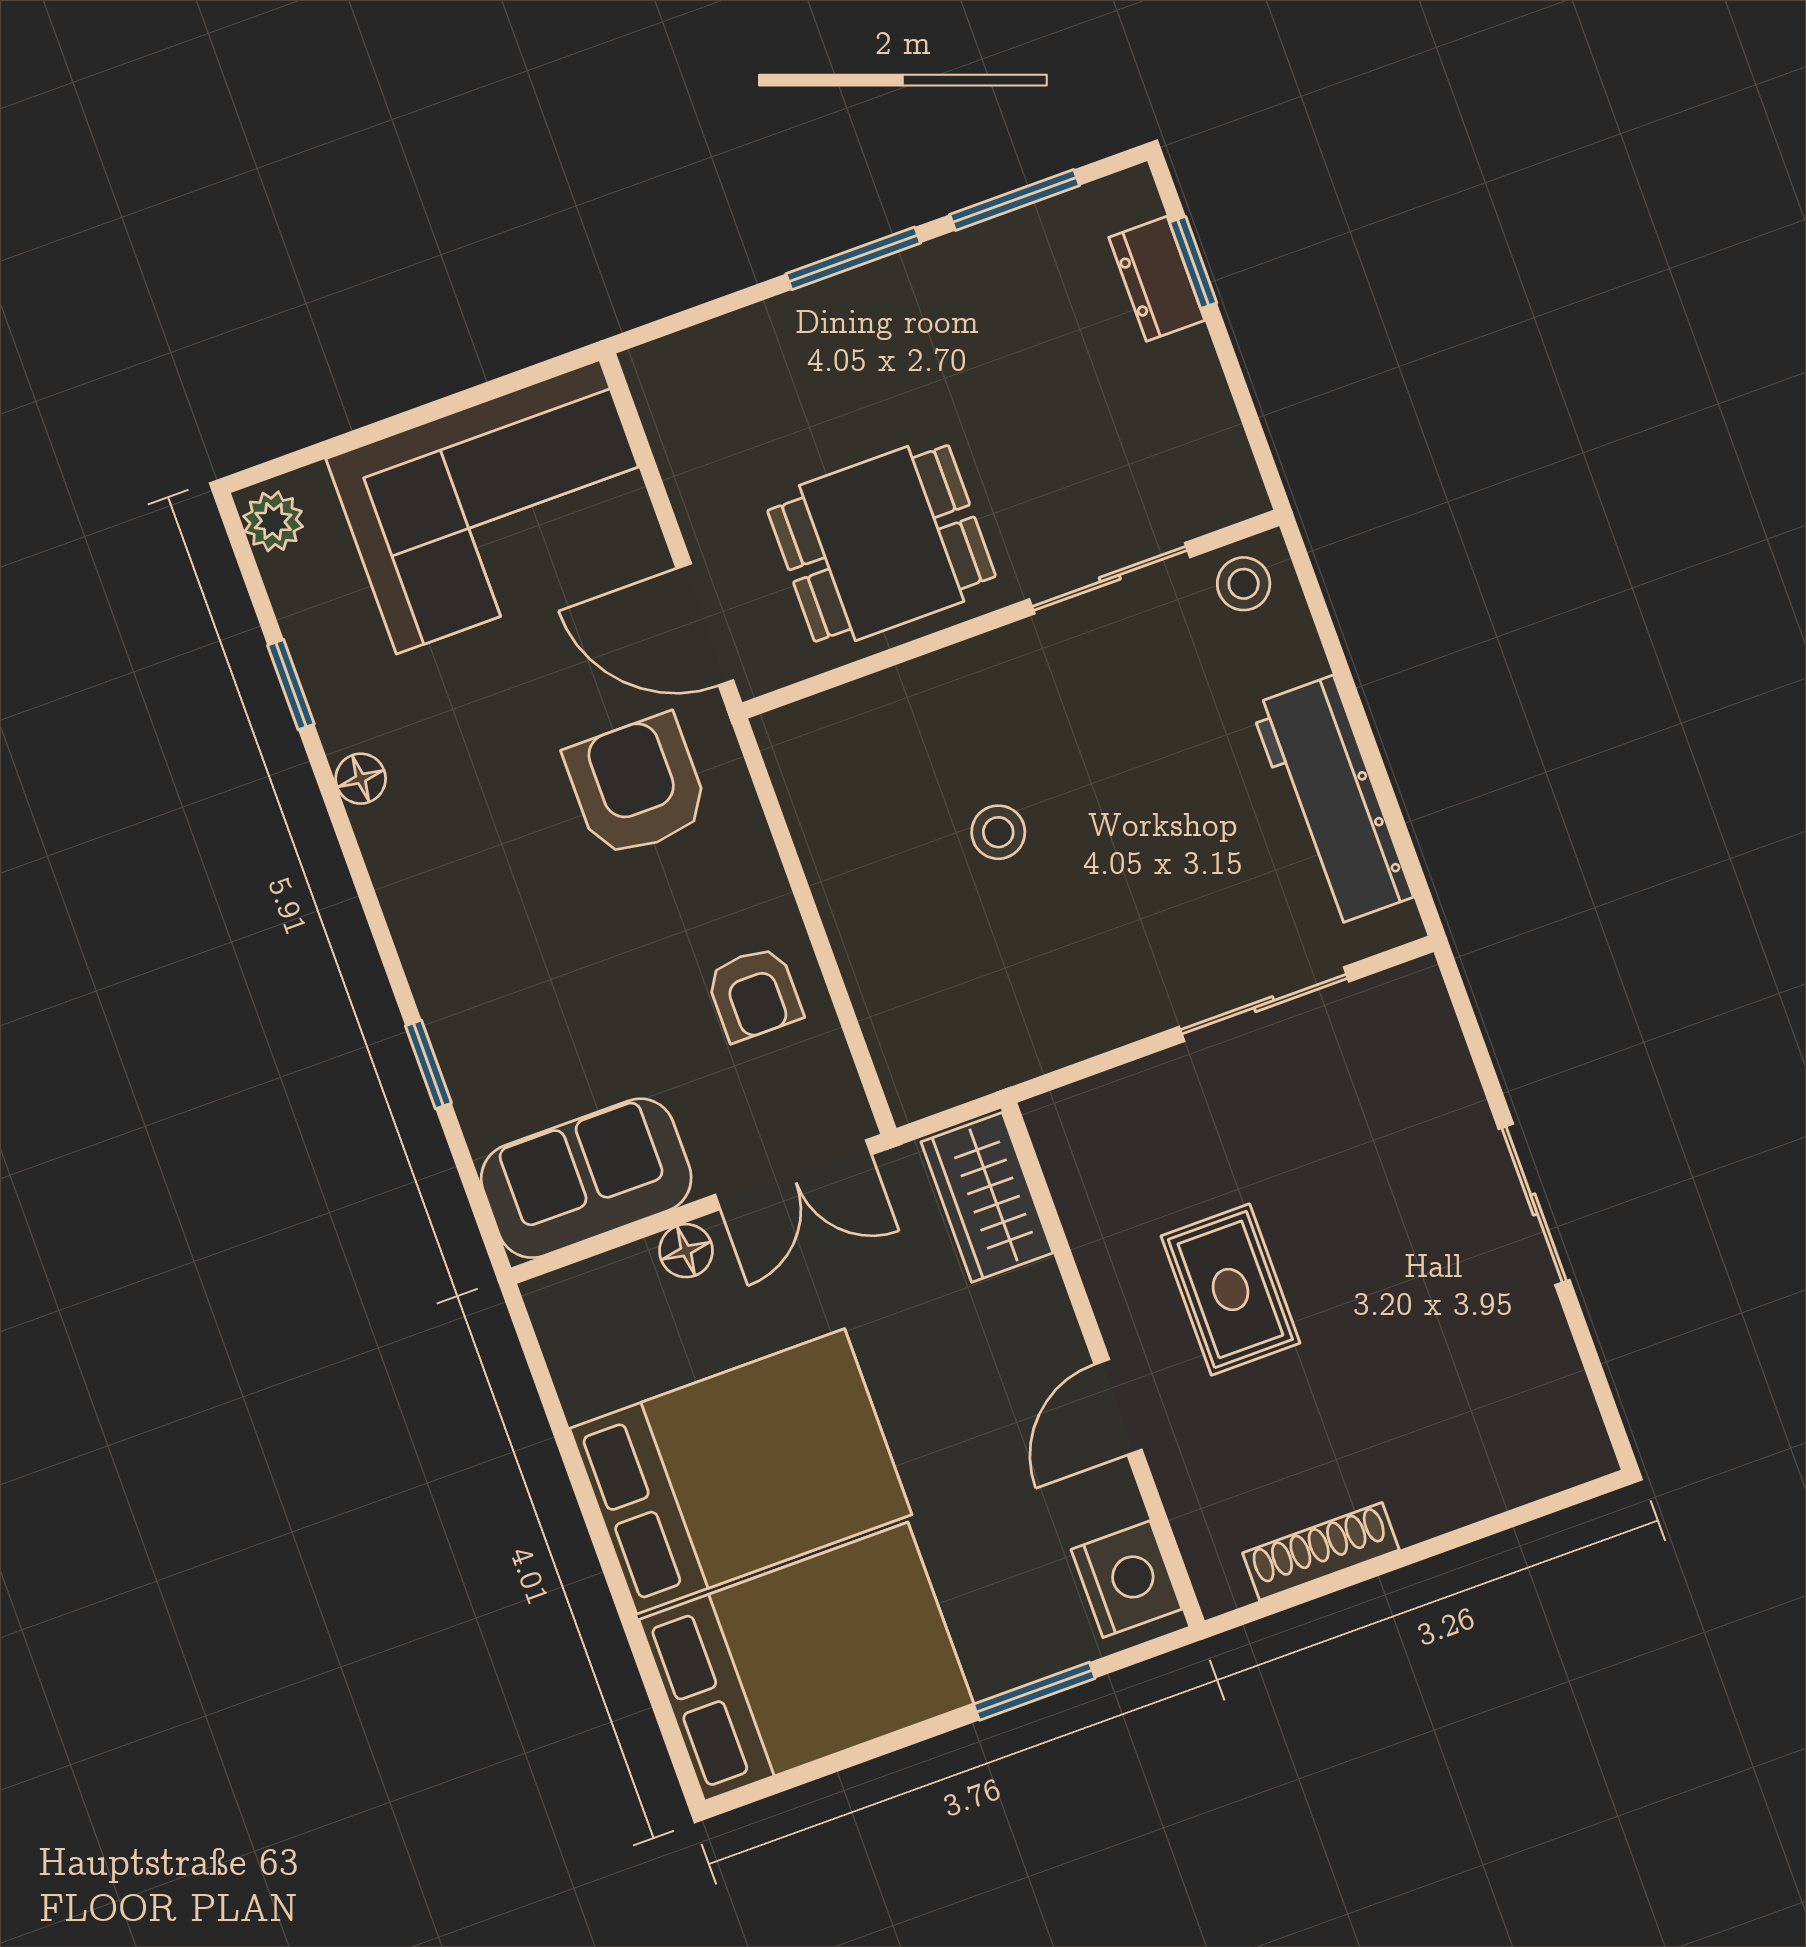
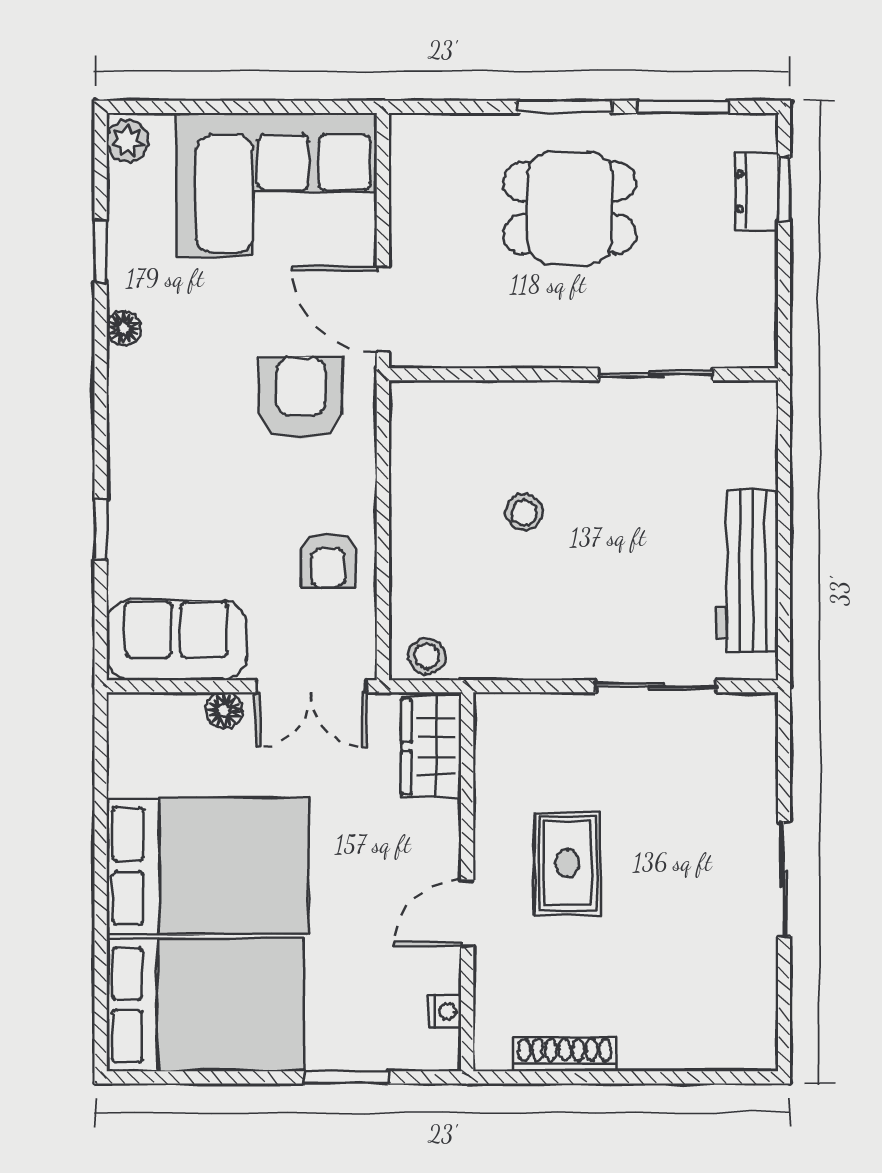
dining table: (882, 543) -> (570, 208), moved
stool: (1244, 584) -> (427, 656), moved
nightstand: (1127, 1579) -> (445, 1011), width x0.53, depth x0.56

